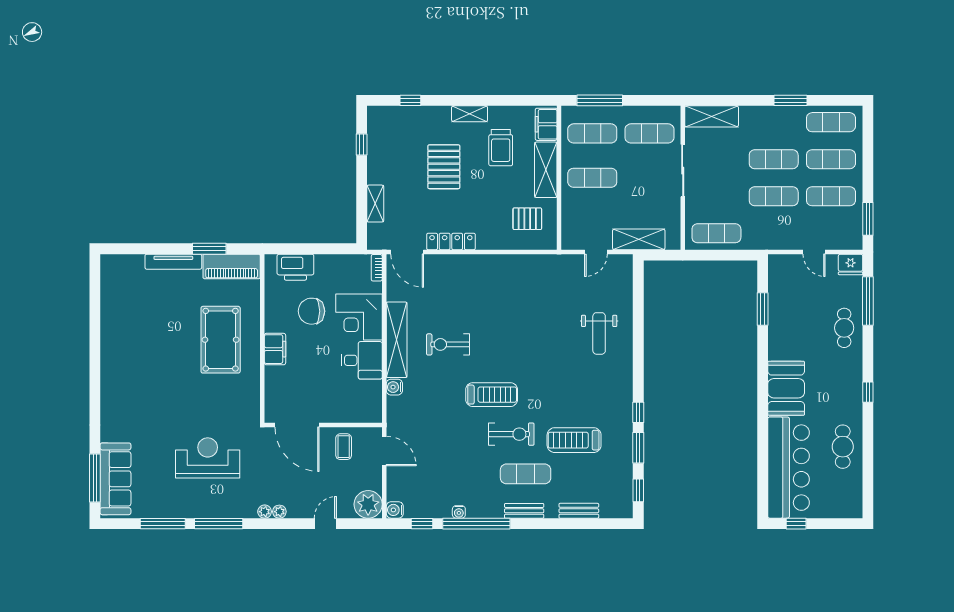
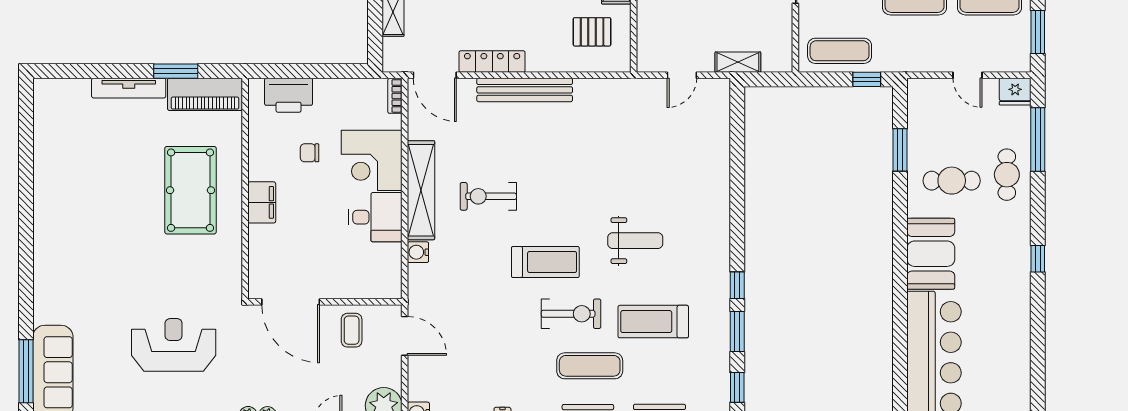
shelving: (639, 239) -> (738, 62), width x0.67, depth x0.75
window: (737, 255) -> (867, 79), added
bench: (476, 263) -> (525, 90), added
chair: (311, 311) -> (310, 153), width x0.54, depth x0.54
weight bench: (599, 333) -> (635, 241), moved, turned -90
cafe table: (843, 447) -> (952, 181), moved, turned 90

